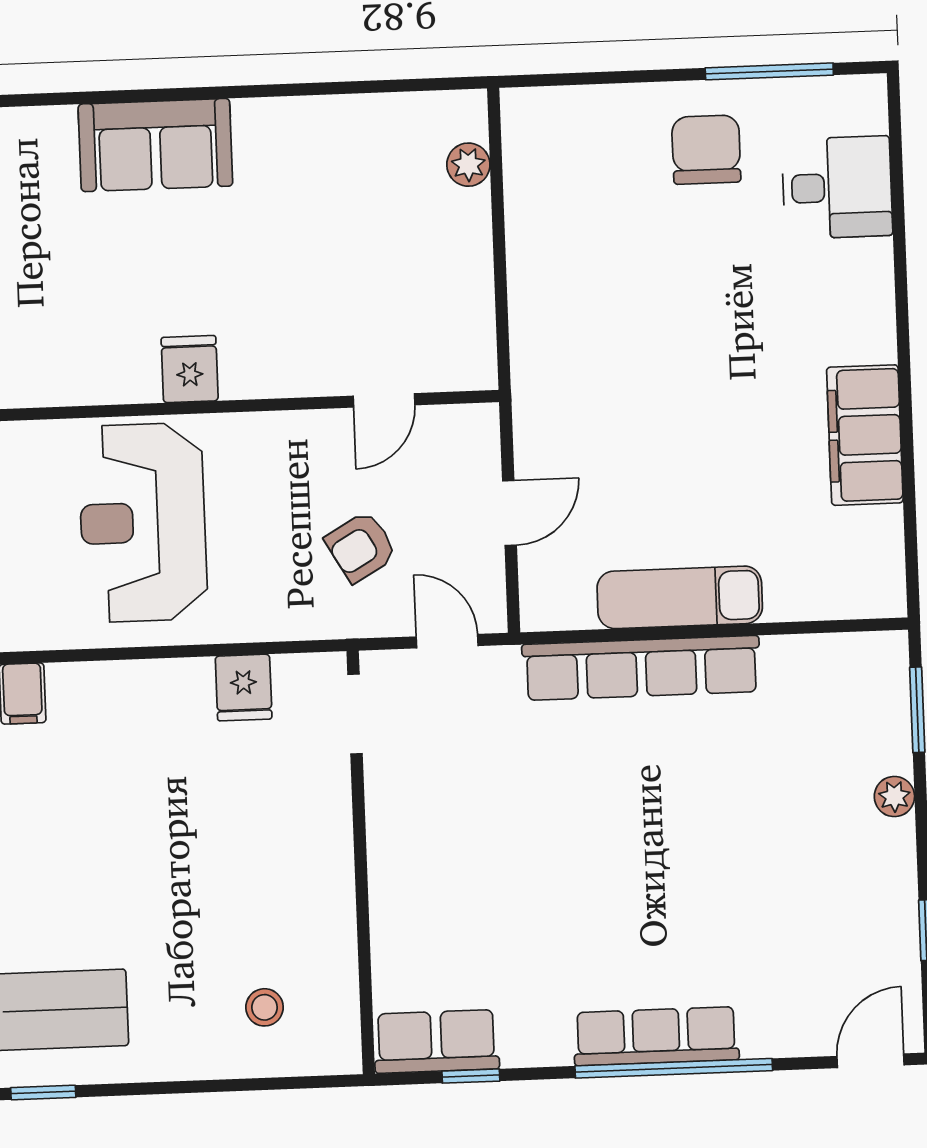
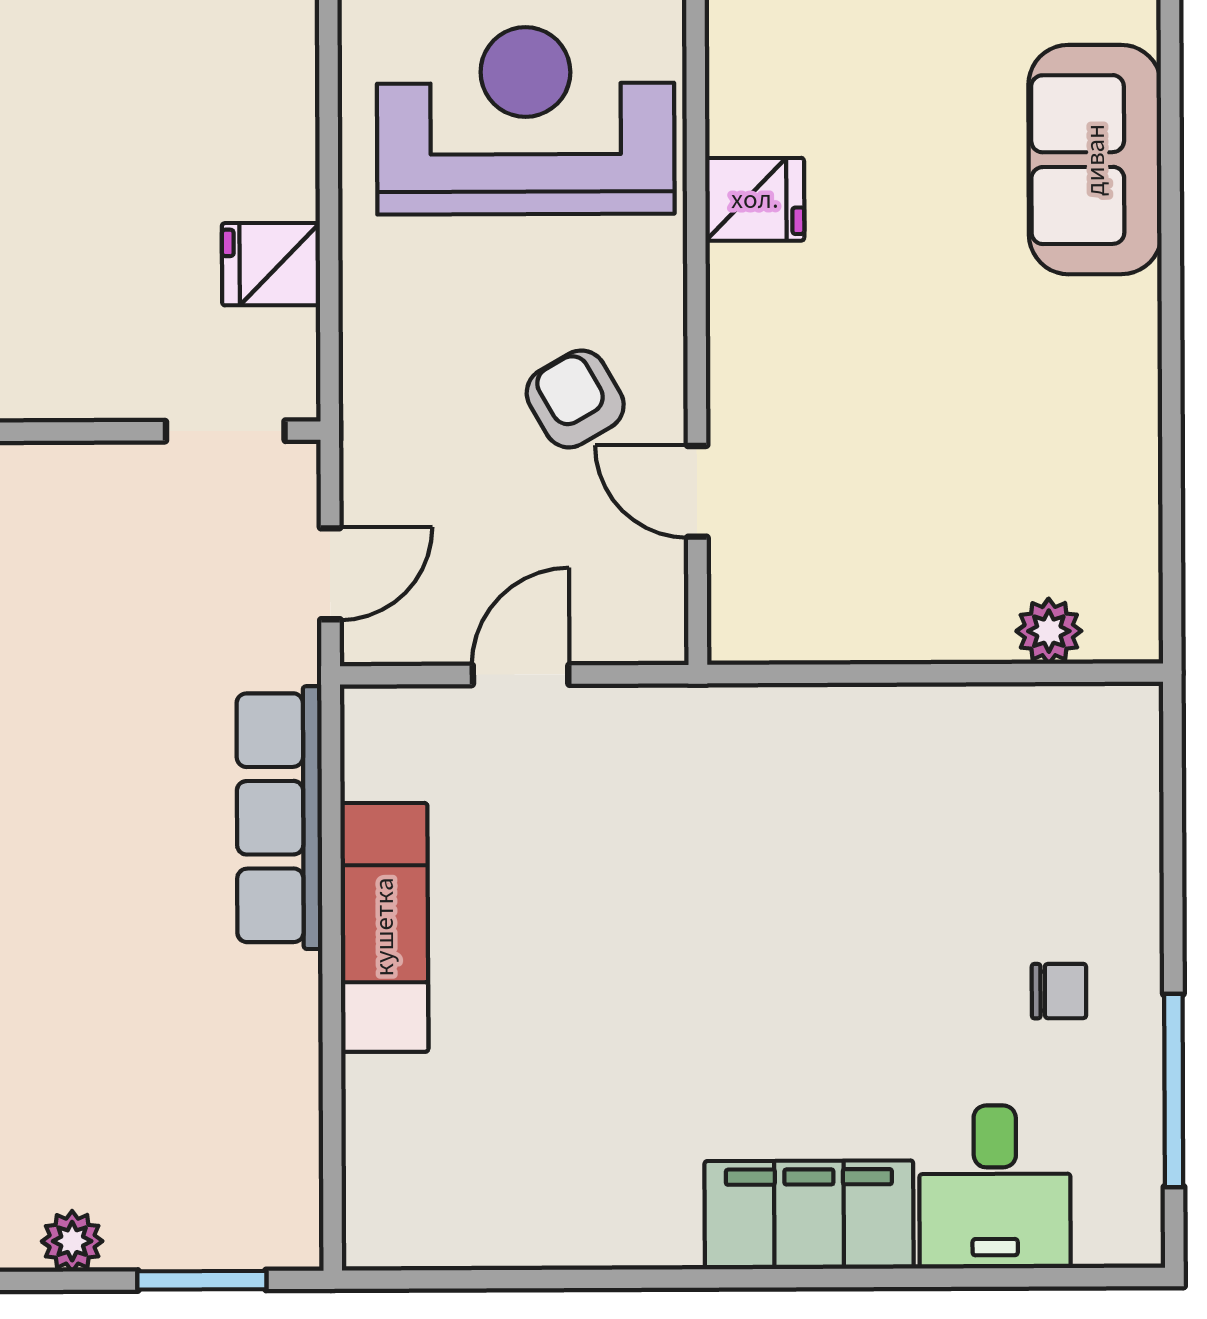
chair: (706, 150) -> (1059, 991), width x0.54, depth x0.54
filing cabinet: (865, 435) -> (809, 1215), moved
door: (509, 513) -> (521, 675), swing flipped
armchair: (361, 547) -> (575, 399), moved
row of seats: (641, 668) -> (279, 818), width x0.73

